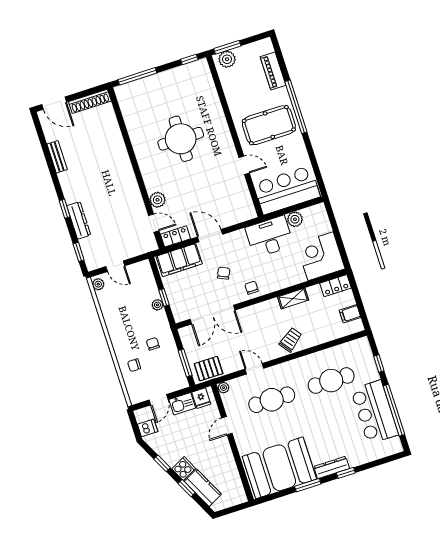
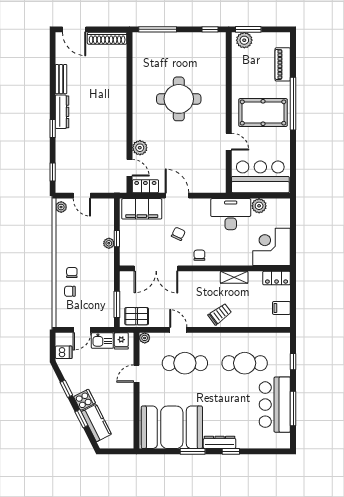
dresser: (79, 220) -> (62, 112), moved
chair: (153, 344) -> (72, 273), moved
window: (394, 410) -> (293, 409), width x0.68

